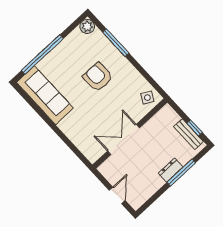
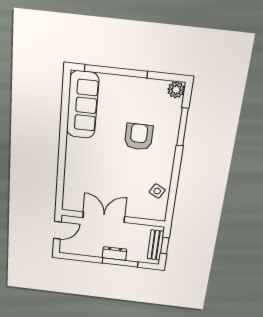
wall: (130, 134) -> (113, 218), moved
double door: (124, 139) -> (104, 217), moved

